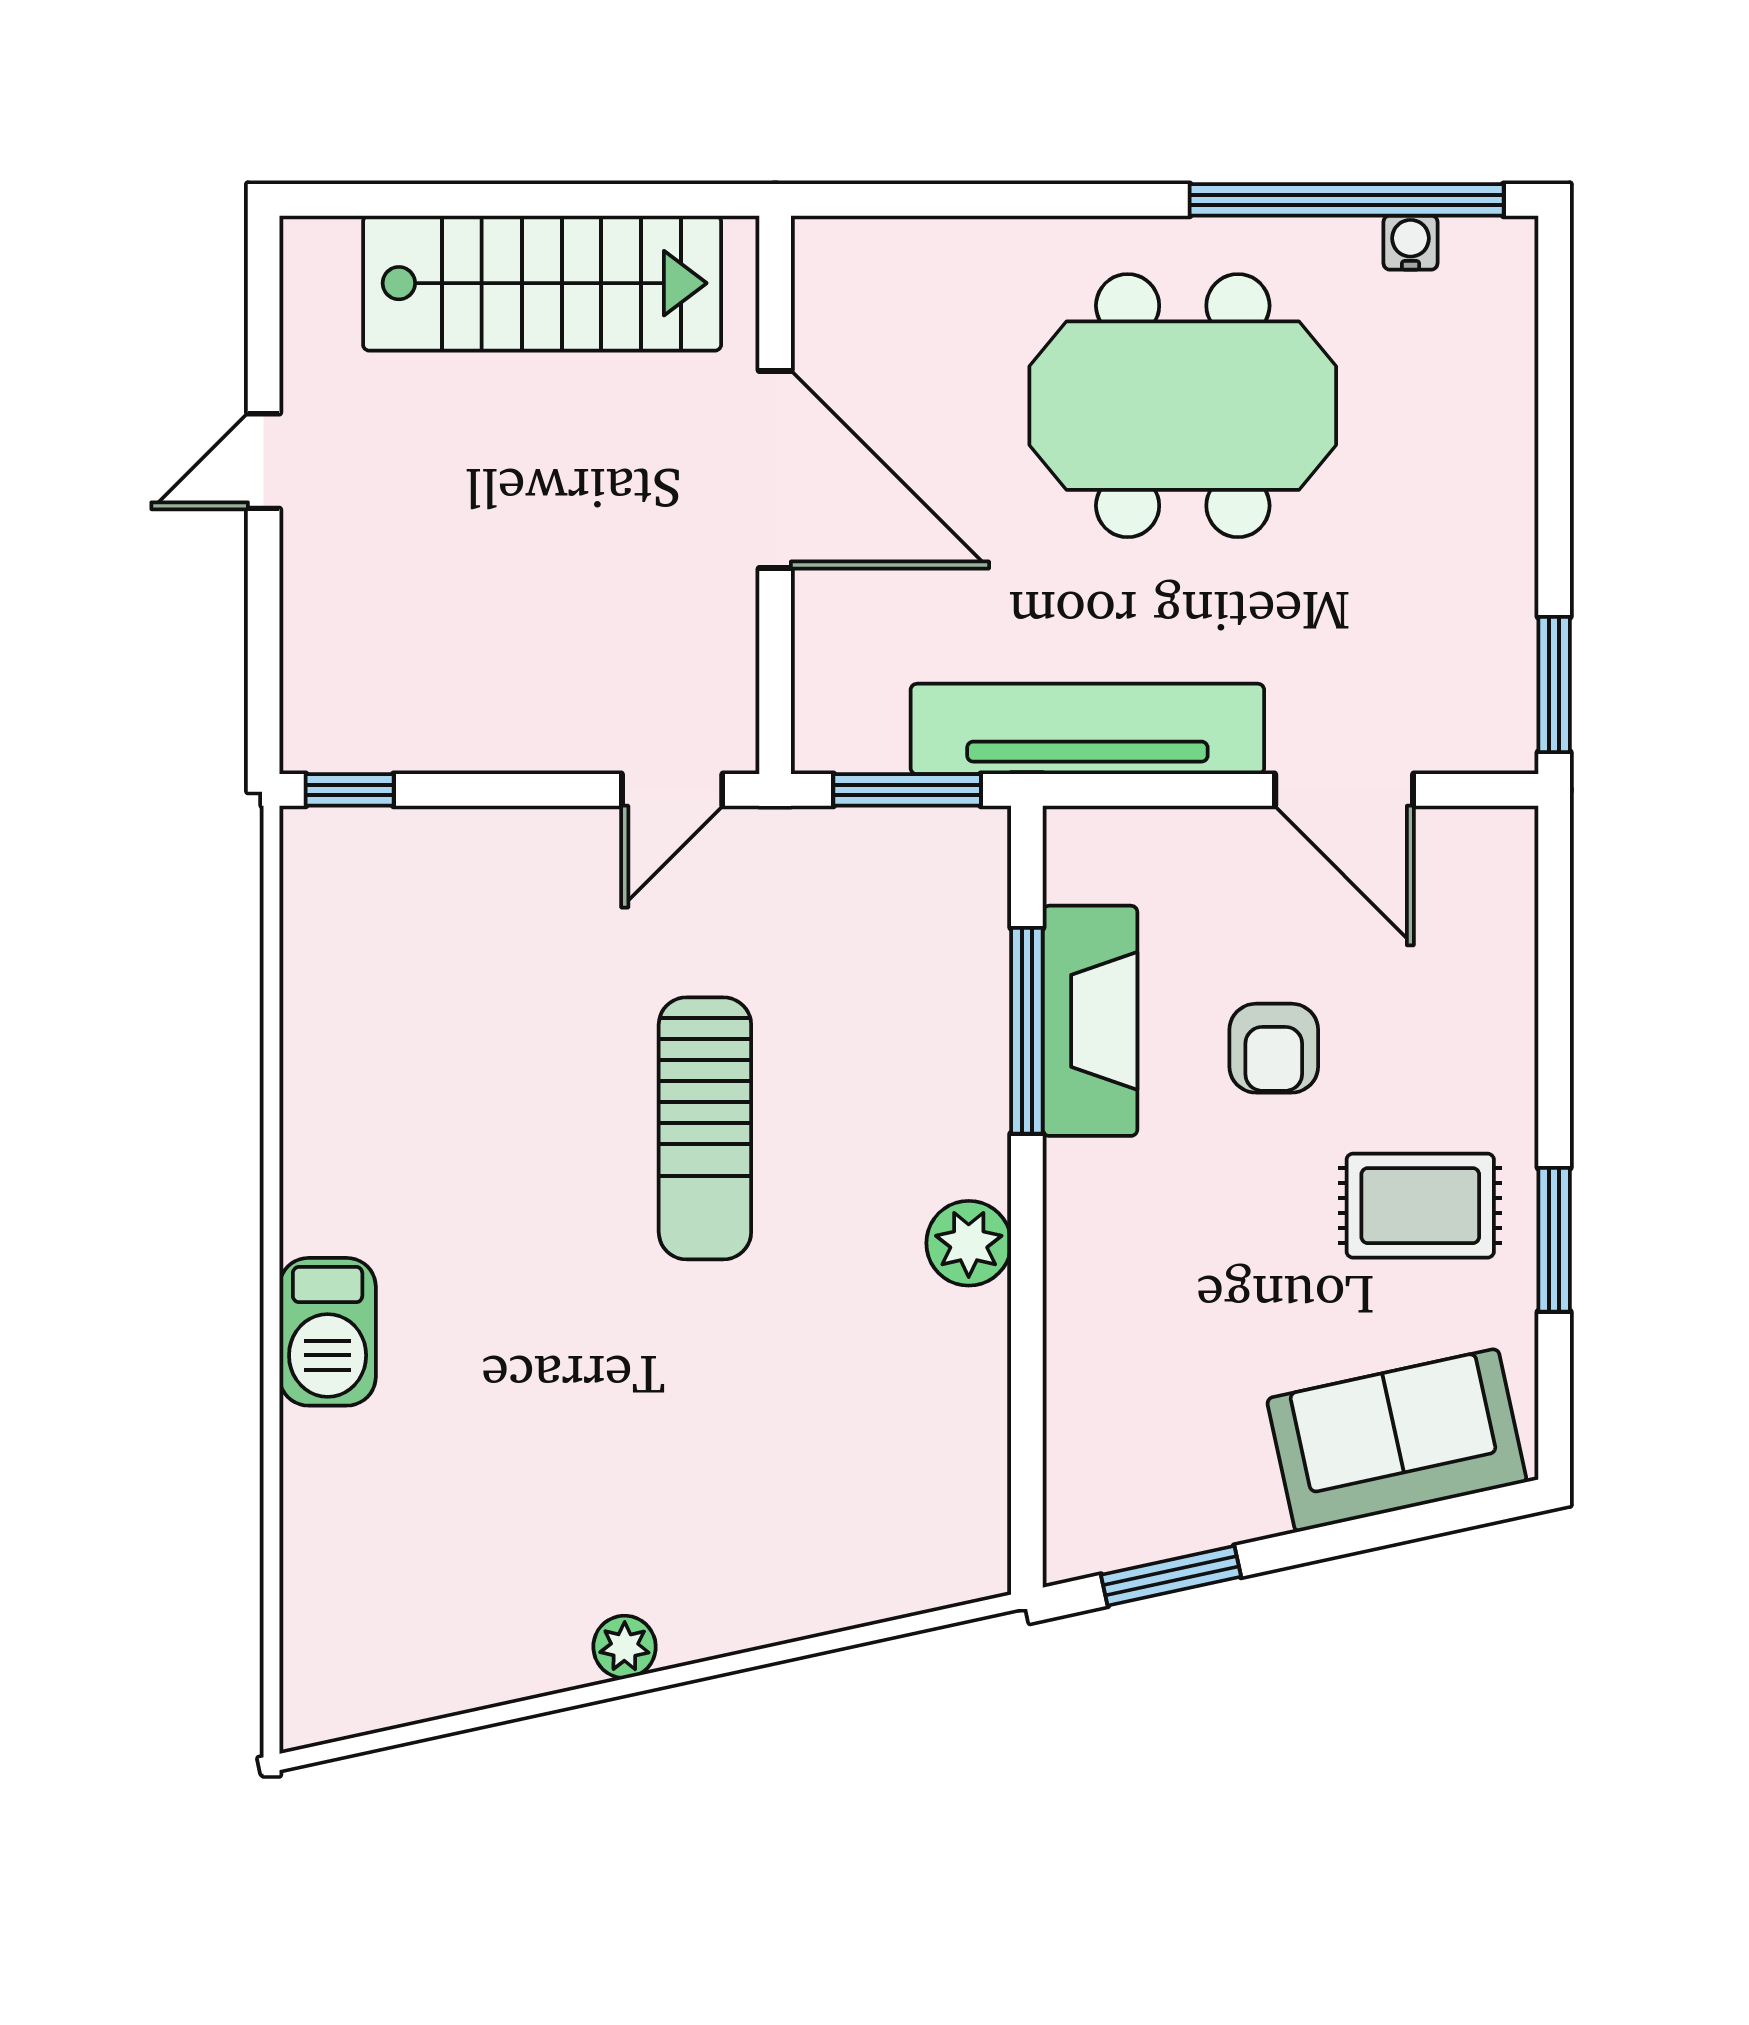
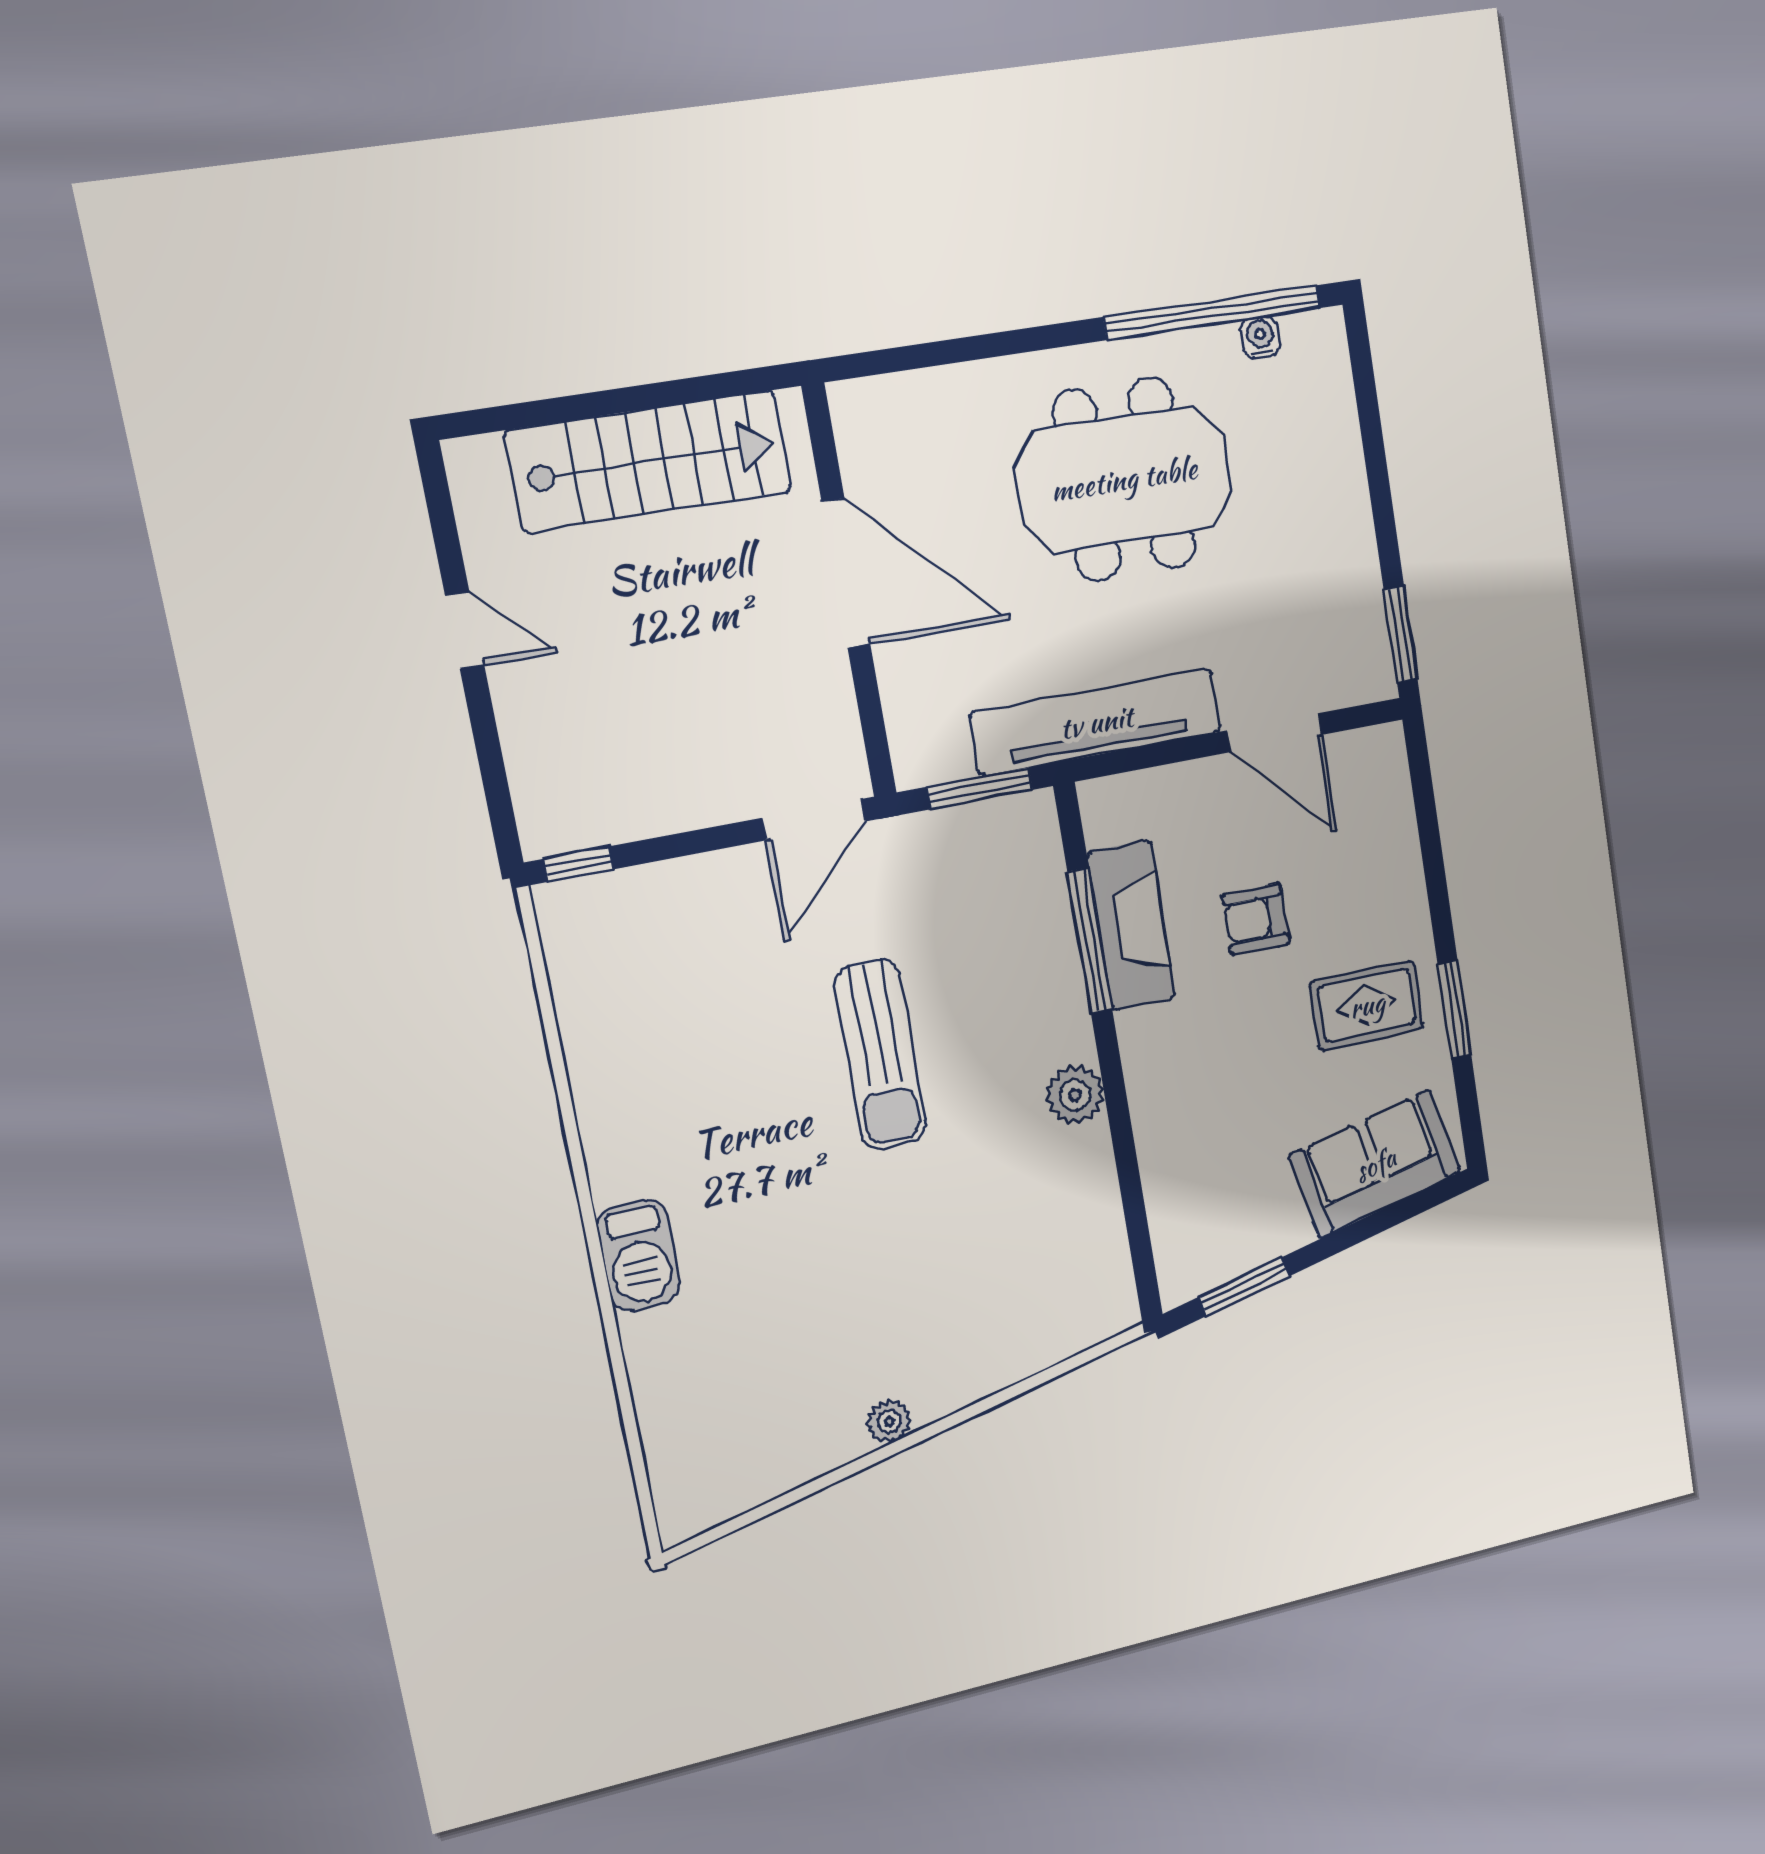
door: (264, 461) -> (465, 630), swing flipped
door: (672, 790) -> (814, 820), width x1.38
armchair: (1274, 1048) -> (1256, 919), turned 90

